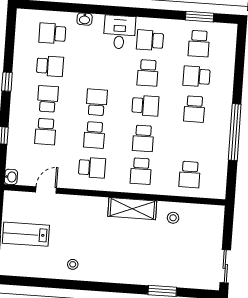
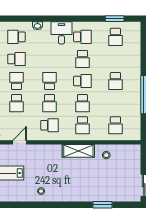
school desk: (150, 40) -> (82, 37), turned 180
school desk: (197, 76) -> (115, 59), removed

